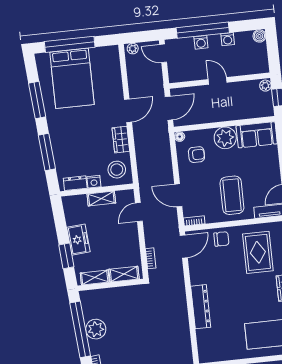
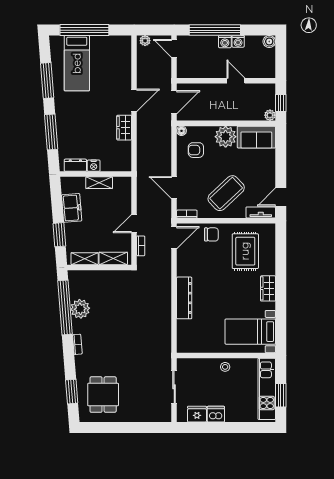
washing machine: (201, 42) -> (225, 42), moved
bed: (72, 78) -> (77, 63), width x0.67
door: (218, 81) -> (236, 81), moved
plant: (265, 86) -> (270, 115), moved
armchair: (196, 155) -> (196, 150), turned 180
stool: (117, 170) -> (117, 156), removed
coffee table: (232, 195) -> (226, 193), turned 47
door: (139, 212) -> (134, 224), moved
freezer: (78, 240) -> (72, 208), moved

